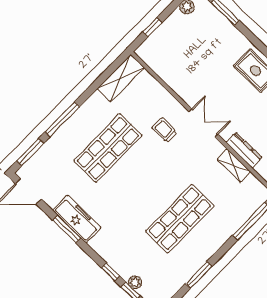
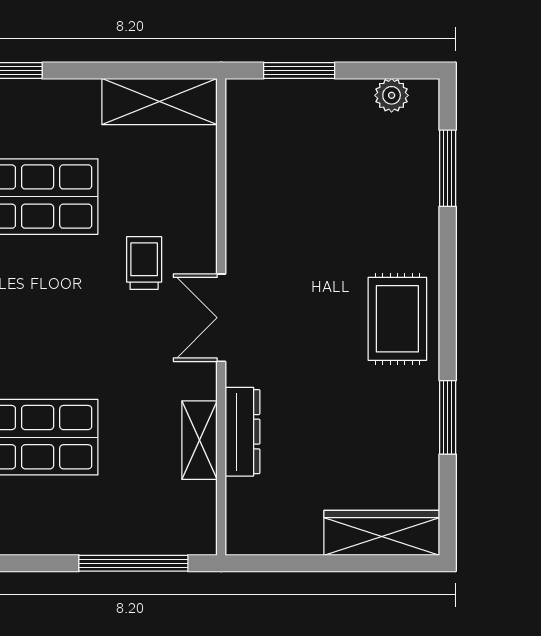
window: (152, 27) -> (299, 71), width x1.50
double door: (203, 123) -> (221, 318), swing flipped

